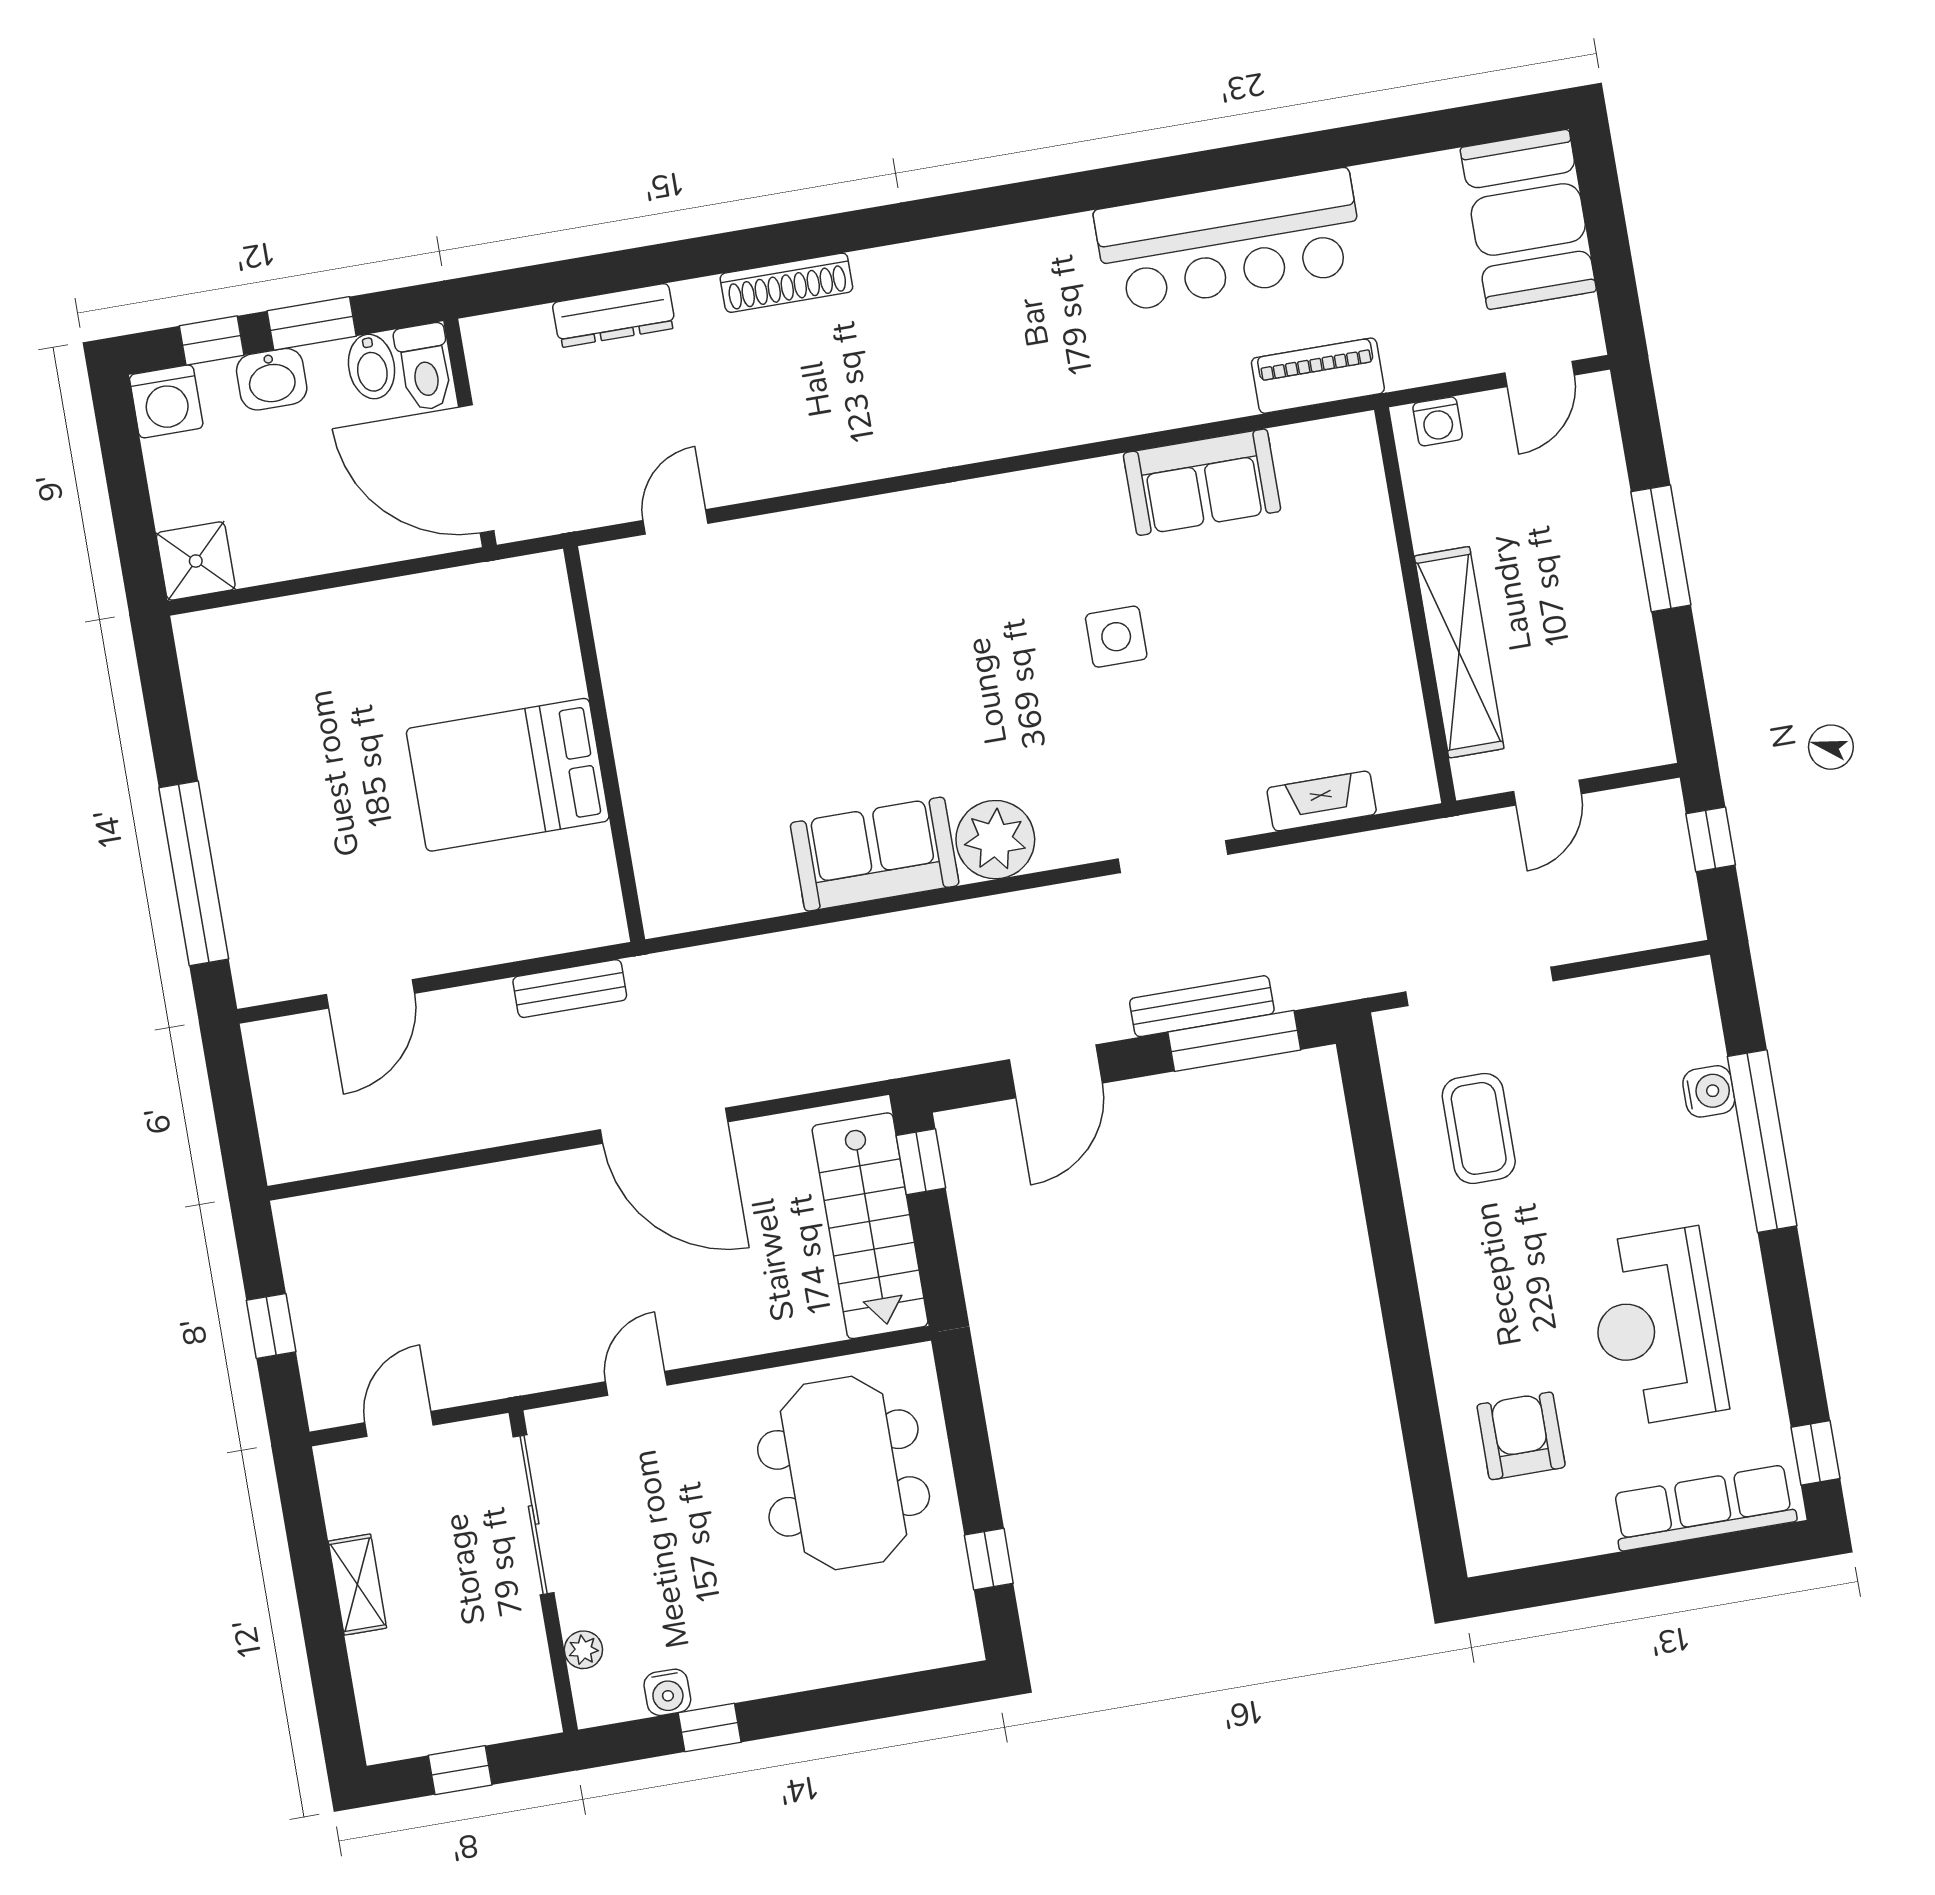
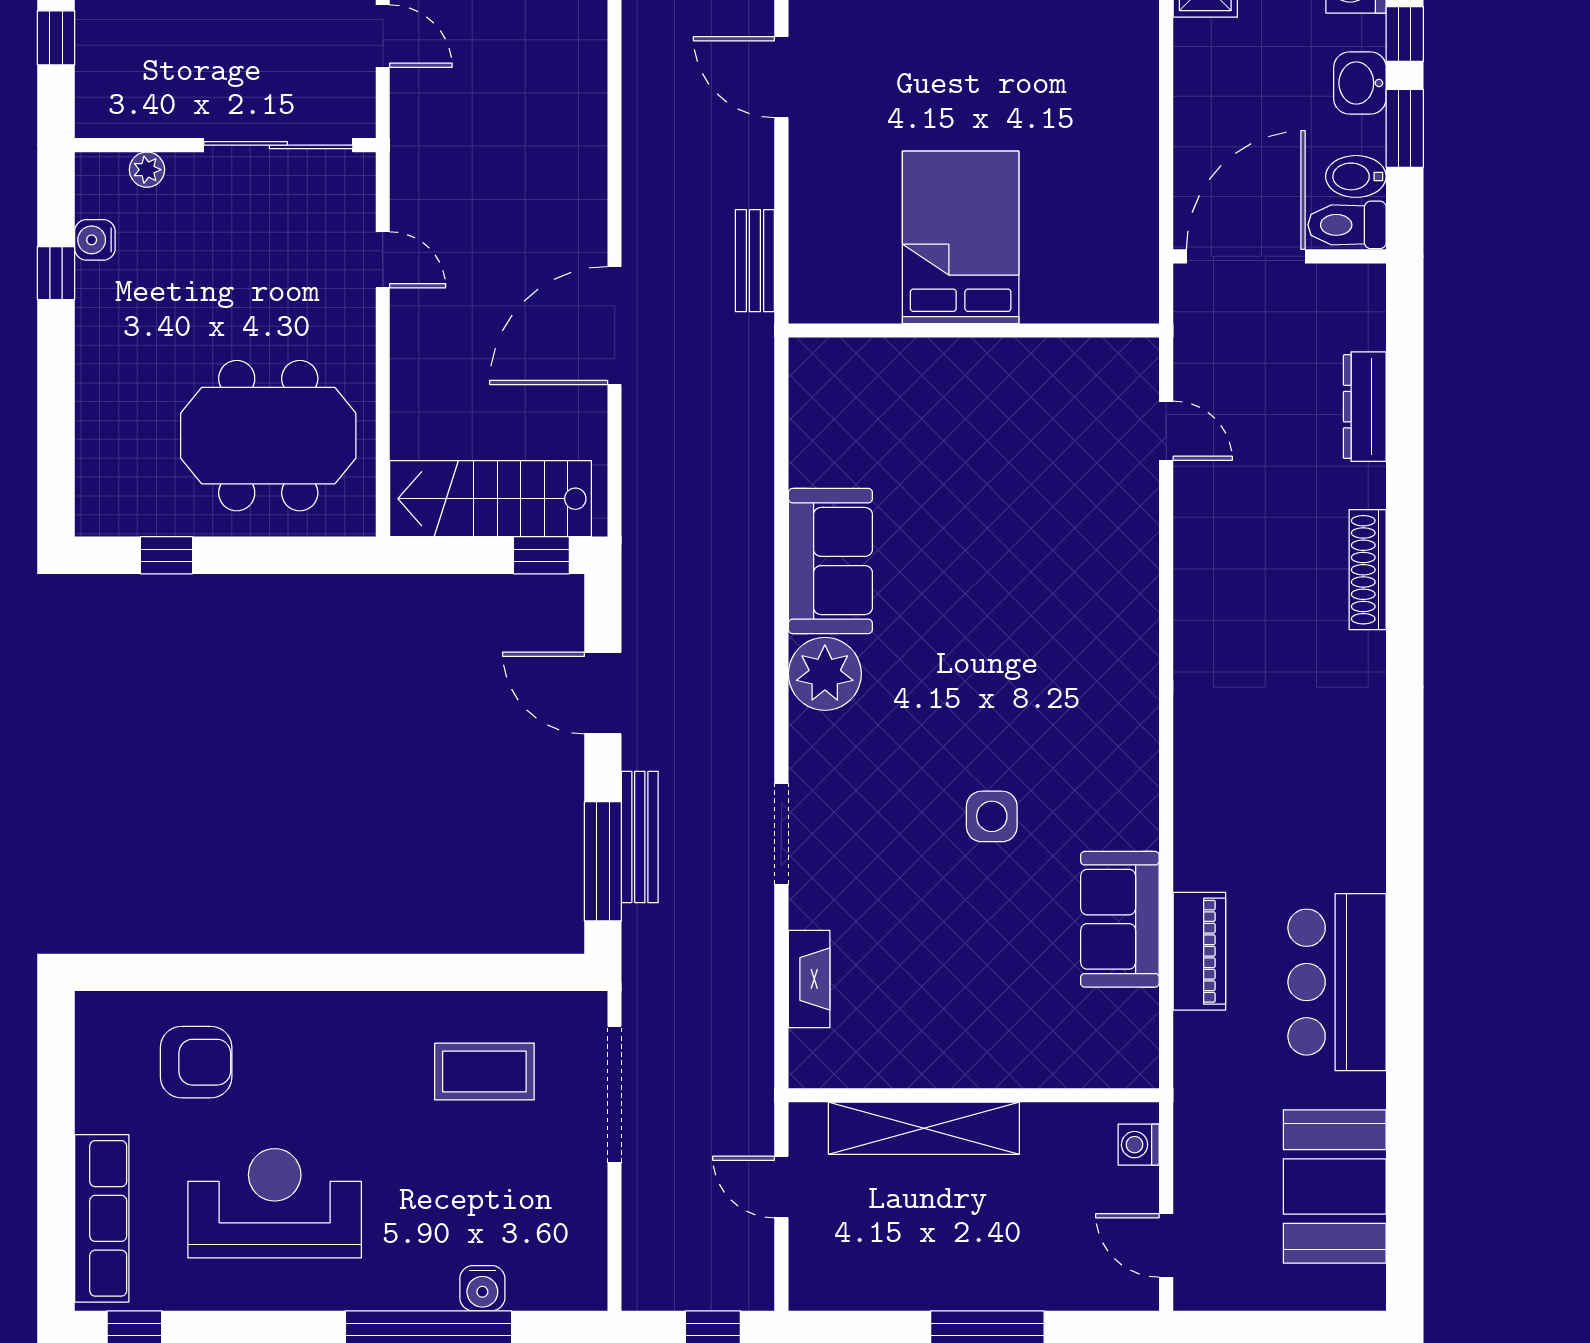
booth: (1528, 219) -> (1335, 1186), moved, turned 90
bar counter: (1229, 241) -> (1337, 982), width x0.73
piano: (1318, 376) -> (1199, 951), moved

